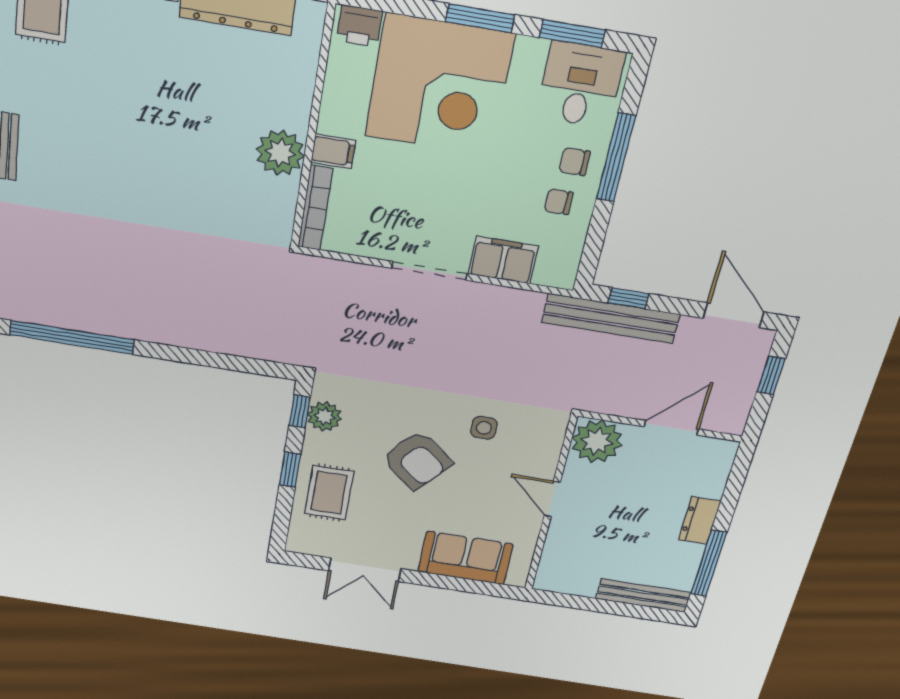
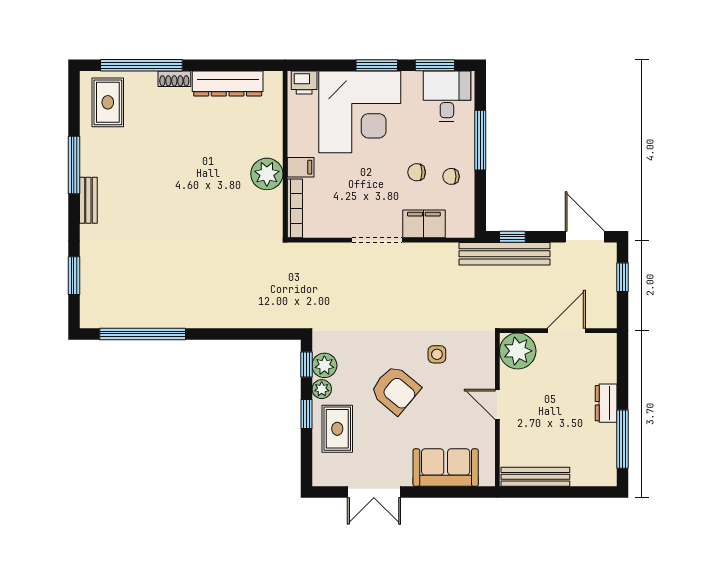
chair: (575, 162) -> (417, 172), moved
plant: (316, 444) -> (322, 389), added
bench: (643, 596) -> (535, 477), moved

